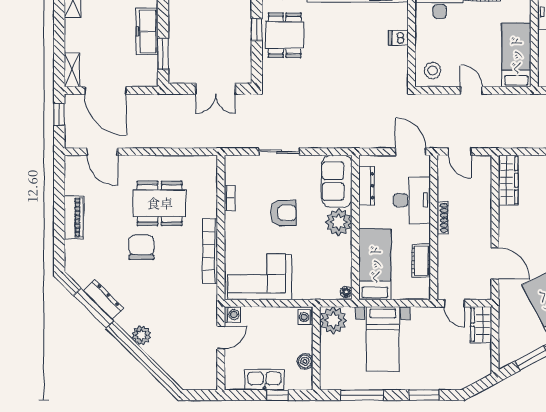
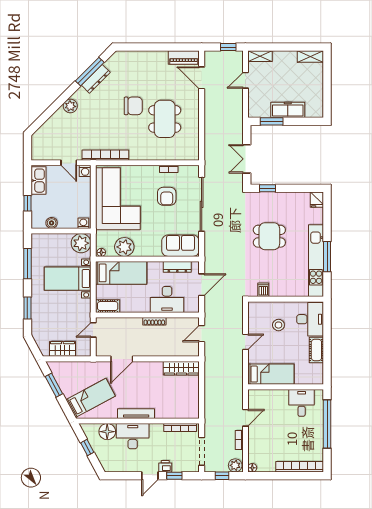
window: (257, 30) -> (267, 188), moved
dining table: (285, 35) -> (269, 236), moved
dishwasher: (398, 38) -> (263, 290), moved
stool: (433, 71) -> (278, 325), moved
door: (105, 90) -> (245, 80), width x0.53
door: (102, 152) -> (202, 78), hinge flipped
sliding door: (279, 152) -> (202, 204), width x1.86
door: (411, 152) -> (202, 285), moved
armchair: (283, 213) -> (167, 196), moved
piano: (74, 217) -> (184, 58), moved
plant: (339, 222) -> (124, 247), moved
bookcase: (210, 251) -> (105, 155), moved
cot: (421, 261) -> (108, 306), moved
corner sofa: (260, 277) -> (118, 199), width x1.36, depth x1.36
wardrobe: (481, 325) -> (62, 349), moved
kitchen sink: (264, 380) -> (38, 181), moved

